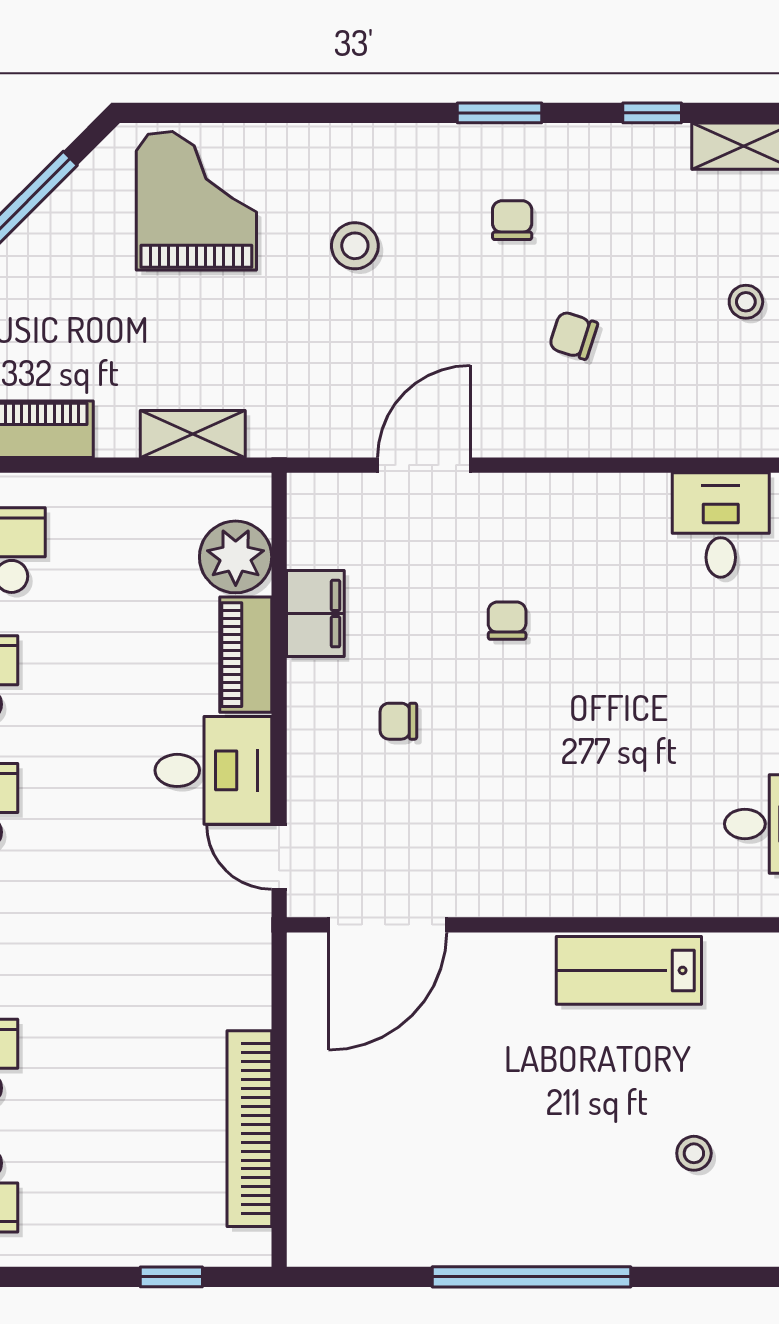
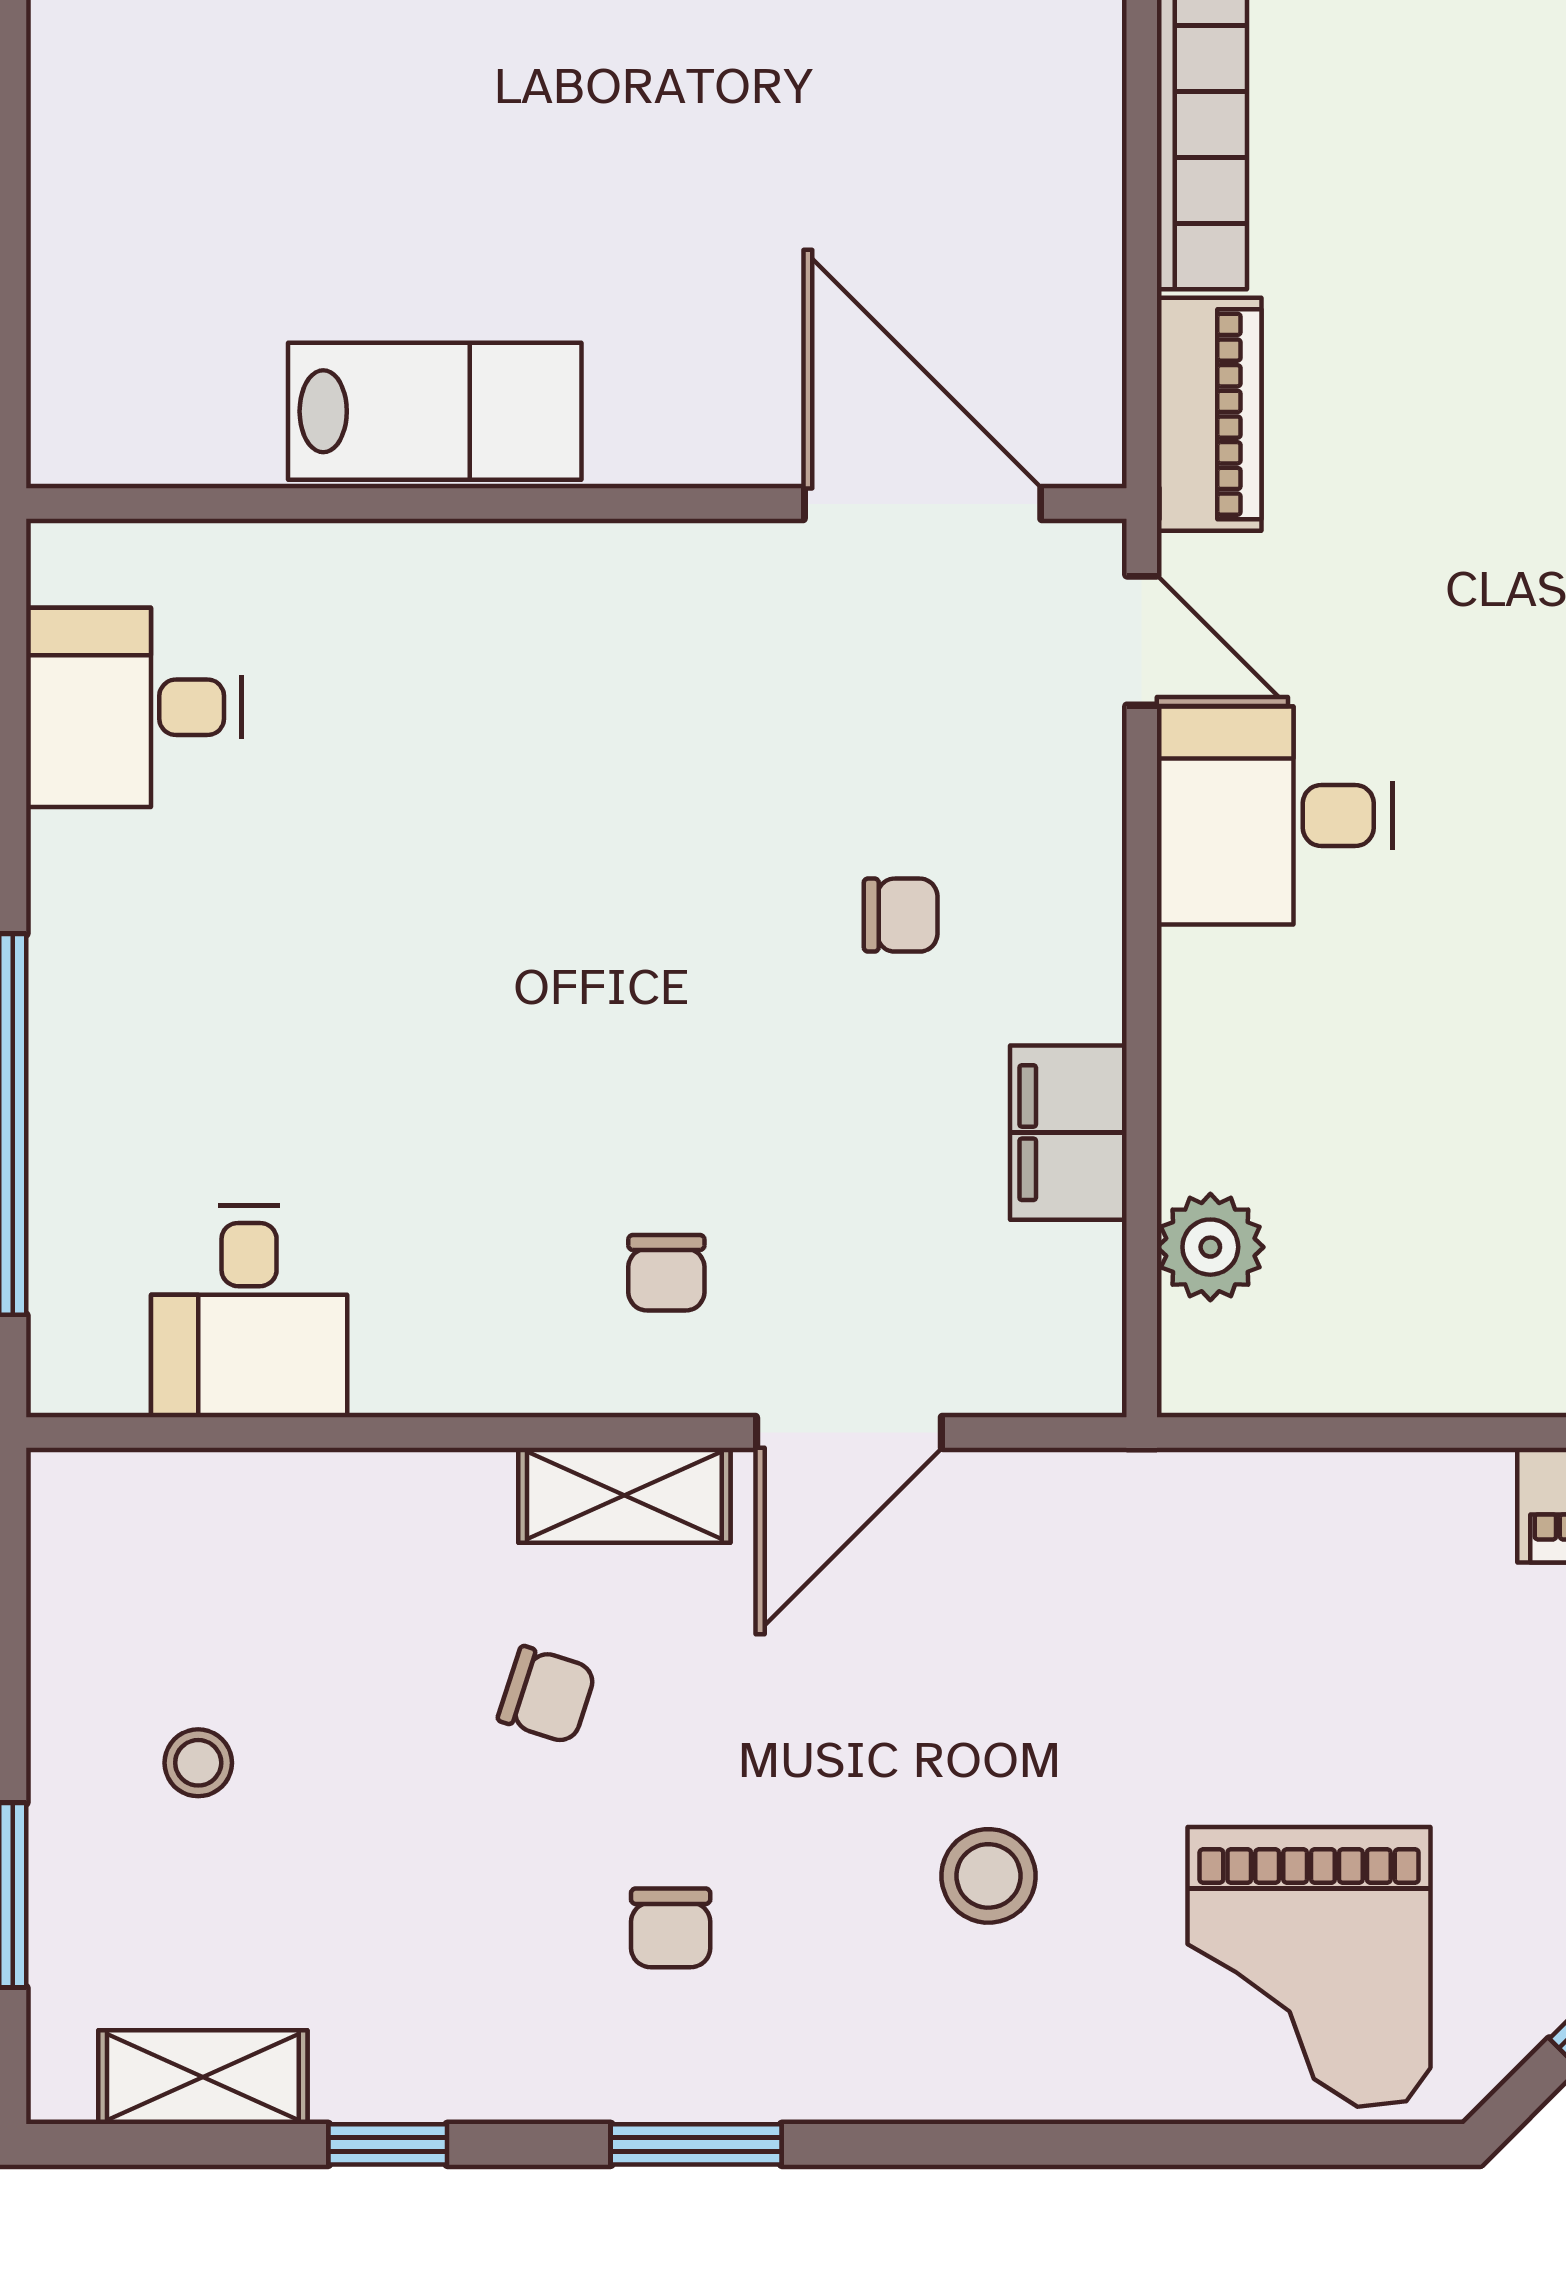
shelving: (193, 434) -> (624, 1495), moved
plant: (236, 557) -> (1210, 1247), width x0.73, depth x0.73
chair: (507, 621) -> (666, 1273), moved
piano: (246, 655) -> (1209, 414), moved
door: (388, 925) -> (923, 504), hinge flipped
stool: (694, 1153) -> (303, 42), removed

